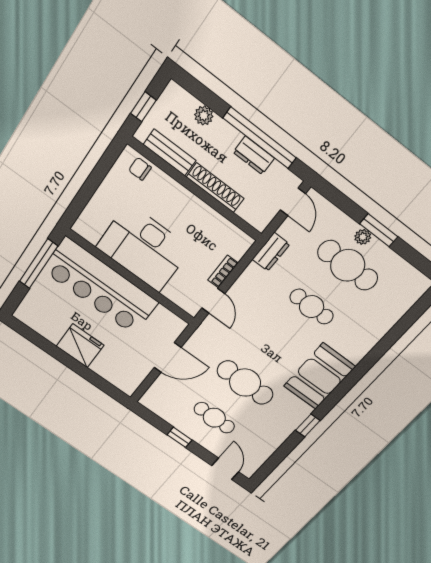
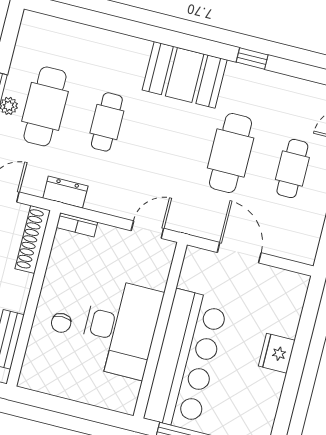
chair: (140, 169) -> (61, 323), moved
shoe rack: (215, 188) -> (33, 240), moved
bookcase: (223, 271) -> (77, 225), moved
fridge: (80, 346) -> (277, 353), width x0.73, depth x0.75

